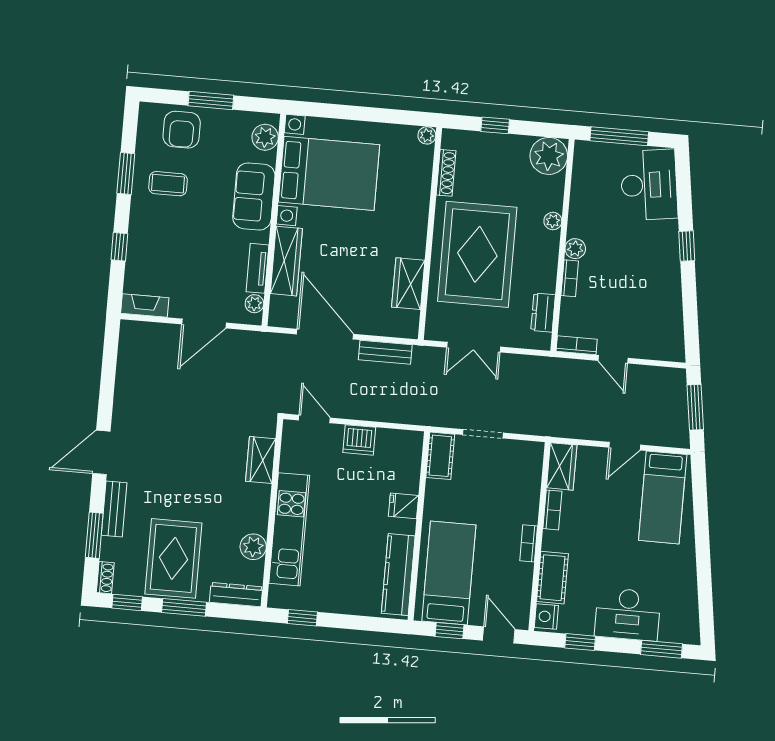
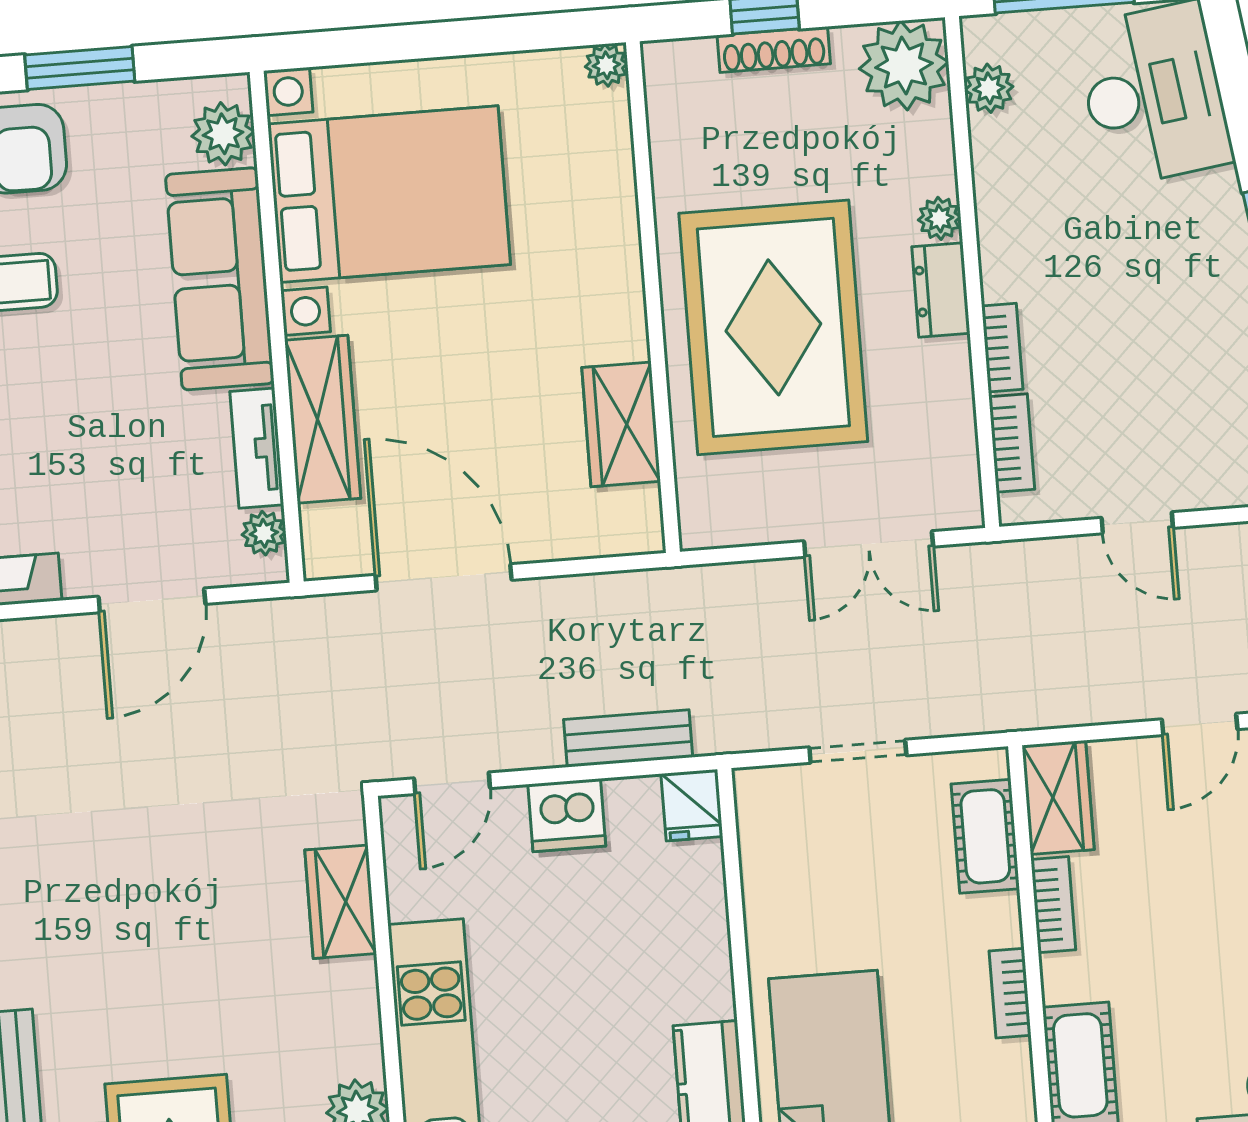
shoe rack: (446, 173) -> (774, 50), moved, turned 90
sofa: (254, 196) -> (220, 279), width x1.36
plant: (575, 249) -> (989, 88), moved
dresser: (543, 313) -> (941, 290), moved
bookcase: (577, 345) -> (1012, 443), moved, turned 90
double door: (474, 347) -> (869, 544), moved
bench: (385, 352) -> (628, 738), moved
door: (314, 419) -> (452, 783), swing flipped
cot: (440, 456) -> (985, 836), moved
fridge: (404, 506) -> (692, 805), moved, turned -90

